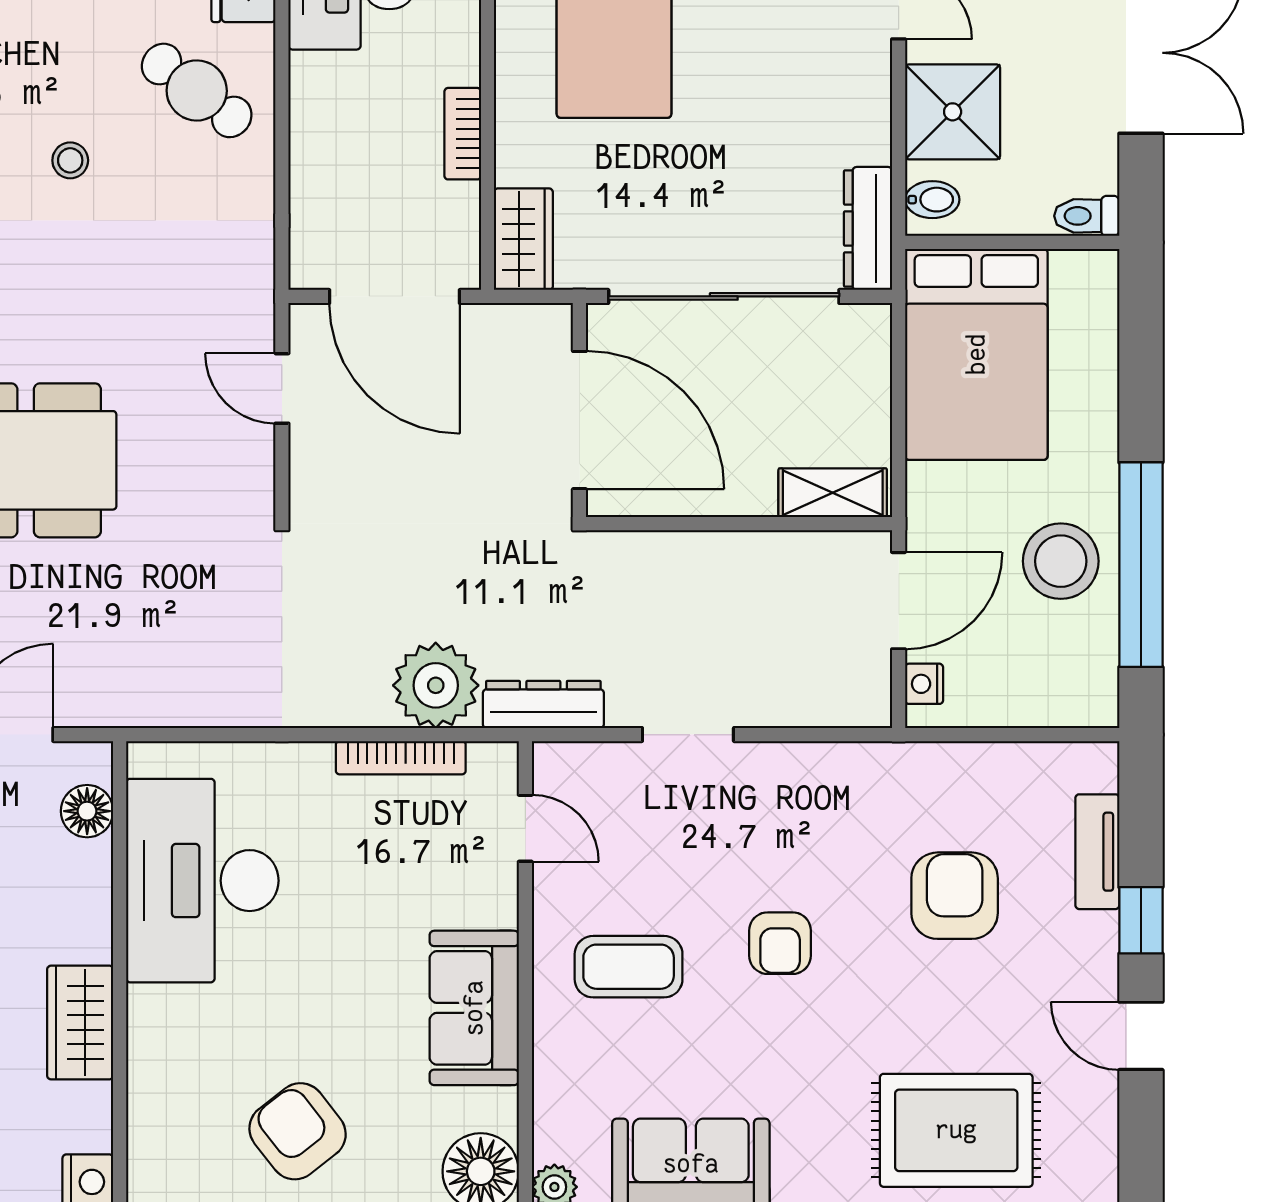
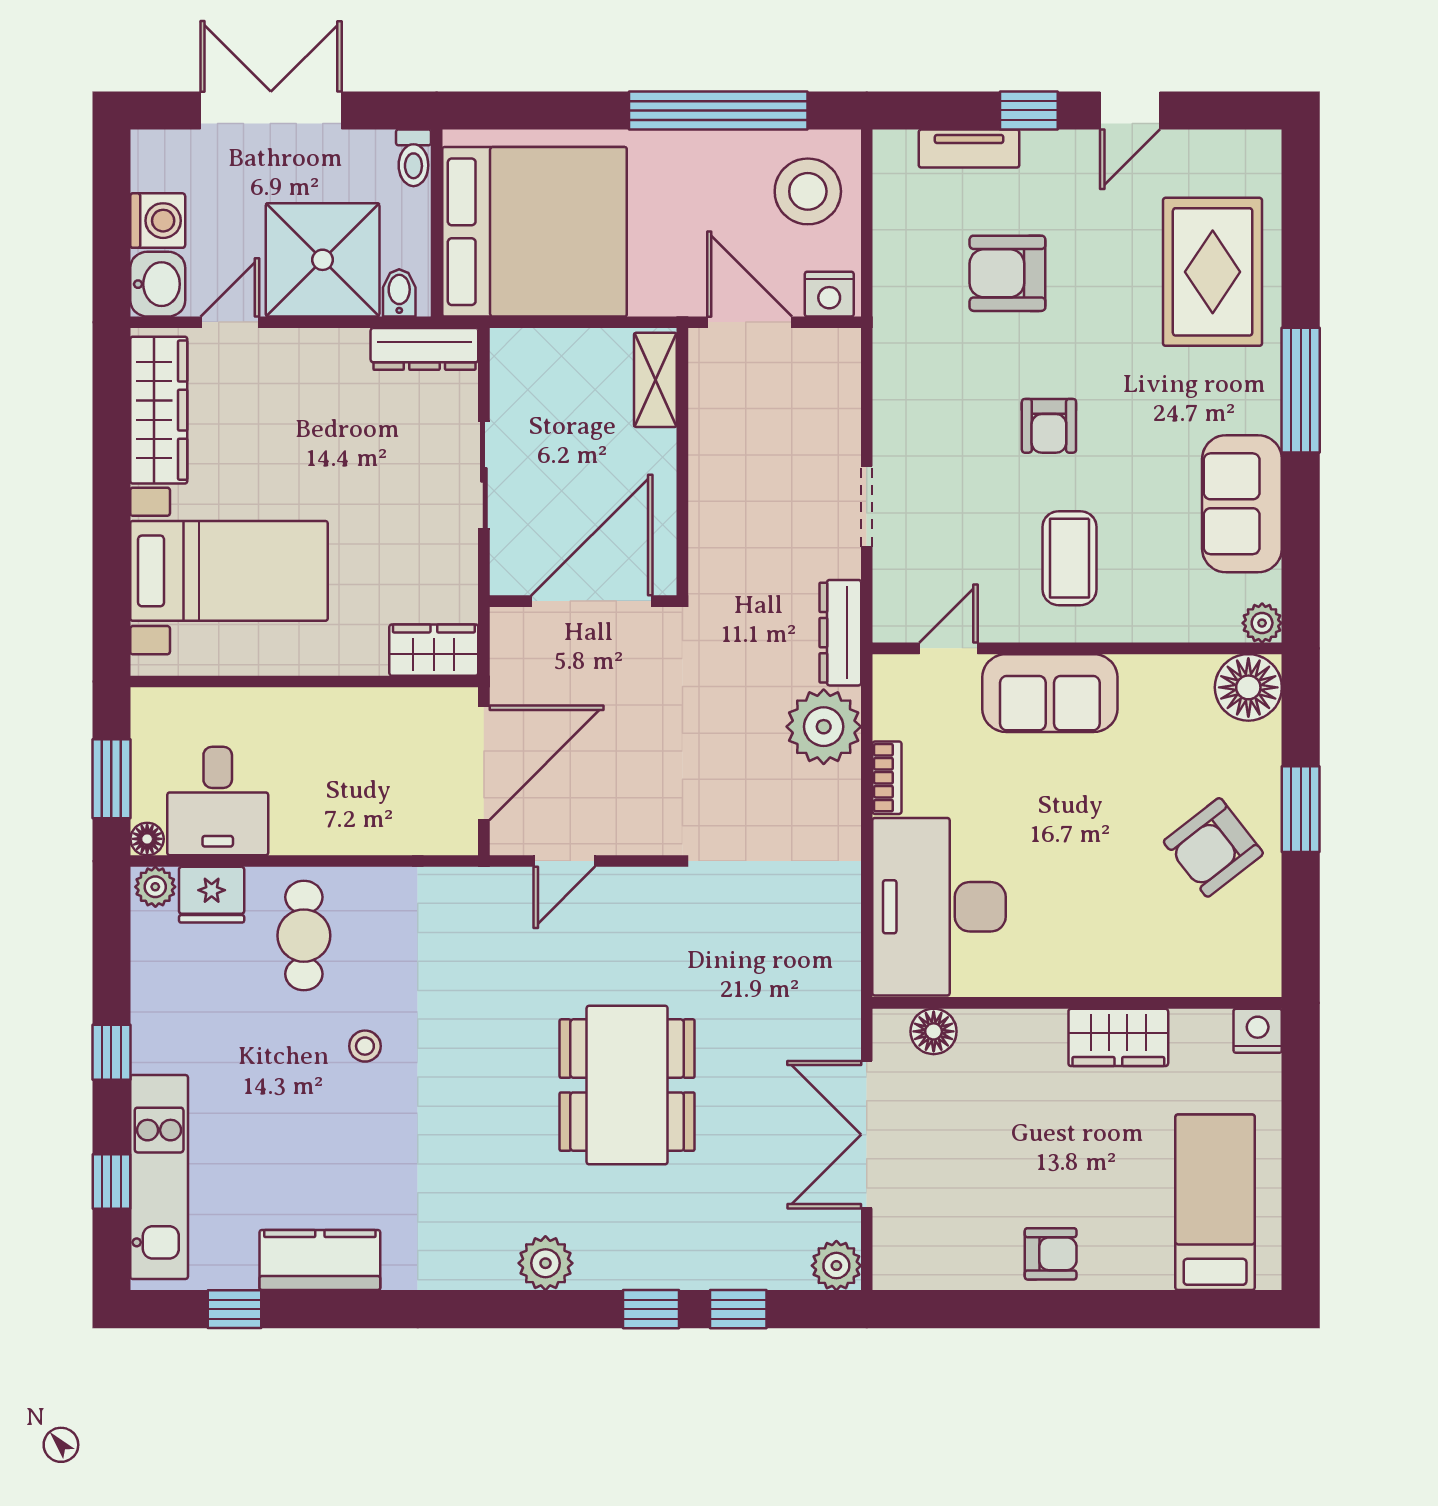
cafe table: (197, 90) -> (304, 936), turned -37
shower: (953, 112) -> (323, 260), width x1.37, depth x1.37
bookcase: (463, 134) -> (342, 703), removed
sliding door: (724, 296) -> (484, 475), width x0.54
bed: (976, 354) -> (534, 232), width x1.36
stool: (1061, 561) -> (808, 191), moved
nightstand: (924, 684) -> (829, 294), width x1.39, depth x1.35
bookcase: (401, 758) -> (887, 778), width x0.64
desk: (202, 881) -> (939, 907), moved, turned 90
armchair: (780, 943) -> (1049, 426), turned 90
sofa: (474, 1008) -> (1050, 693), moved

